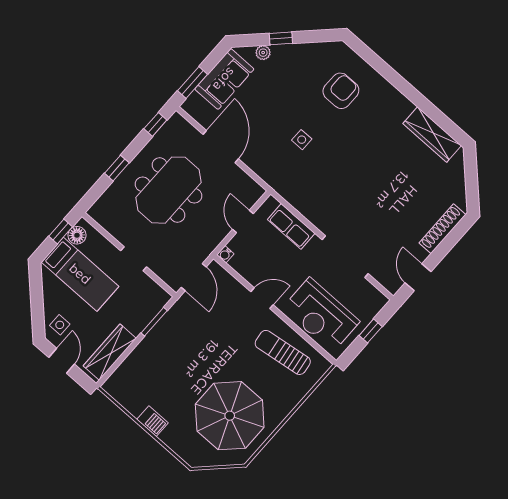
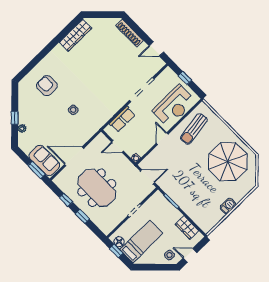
sofa: (224, 79) -> (44, 160), moved
window: (155, 124) -> (66, 200), moved
wardrobe: (110, 352) -> (187, 228), width x0.67

